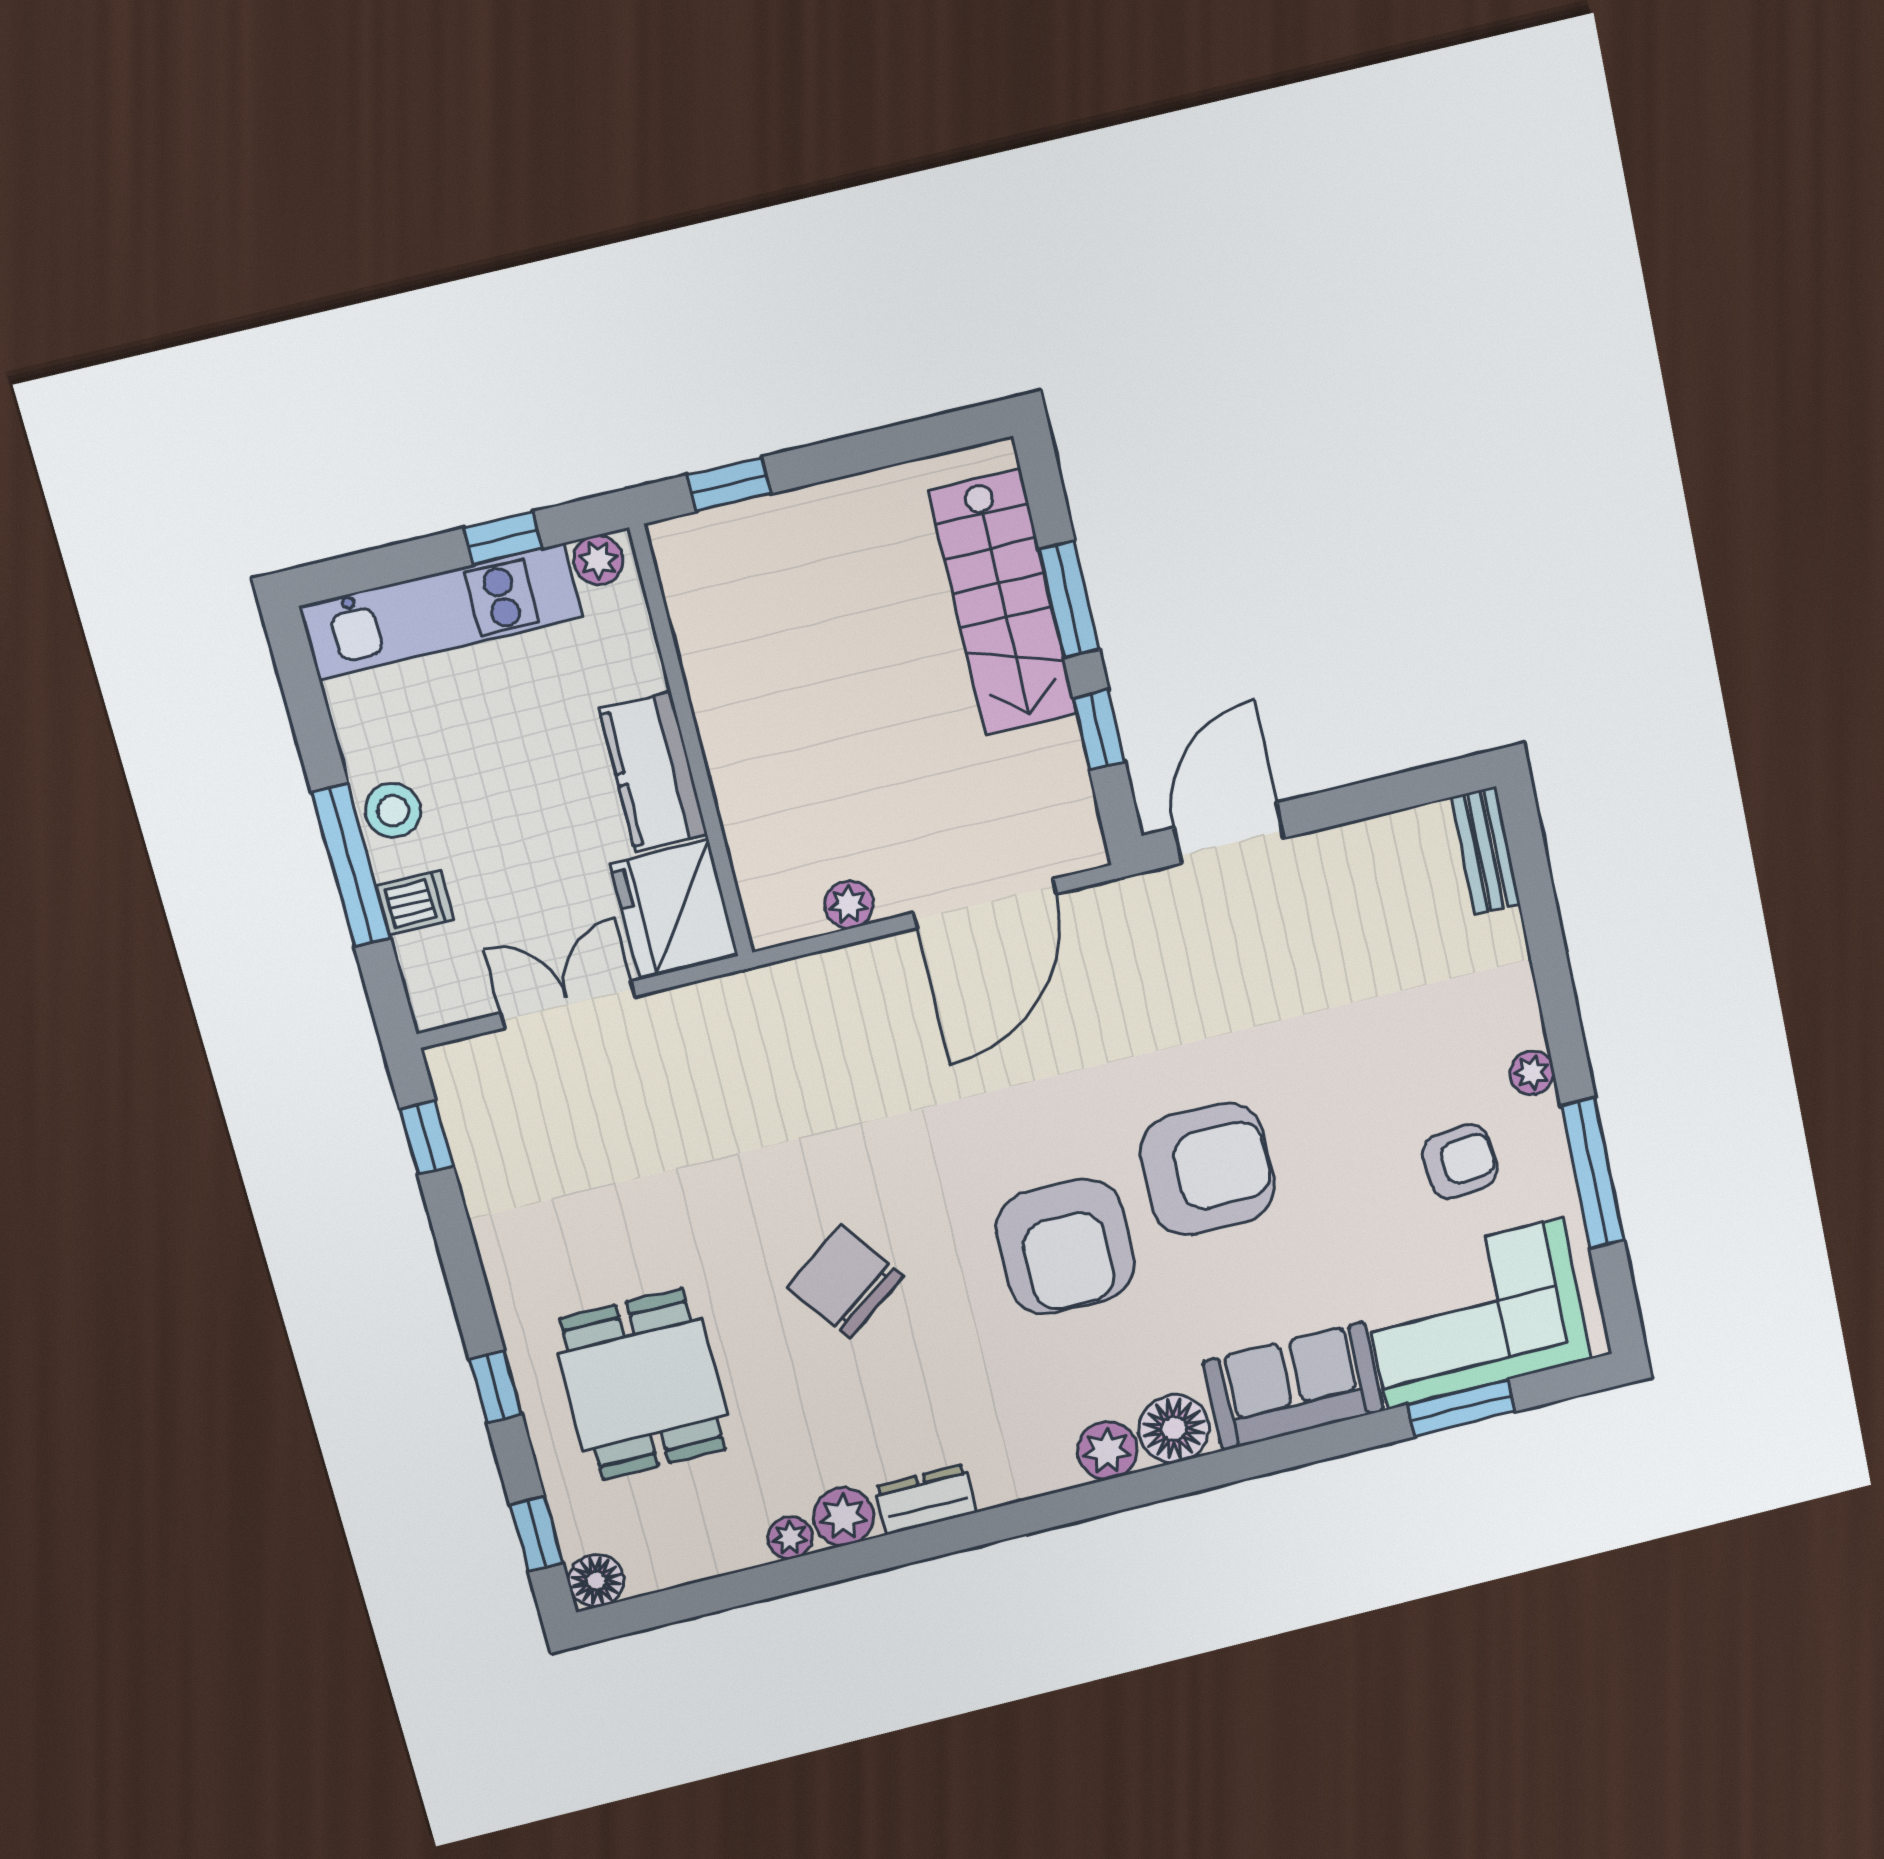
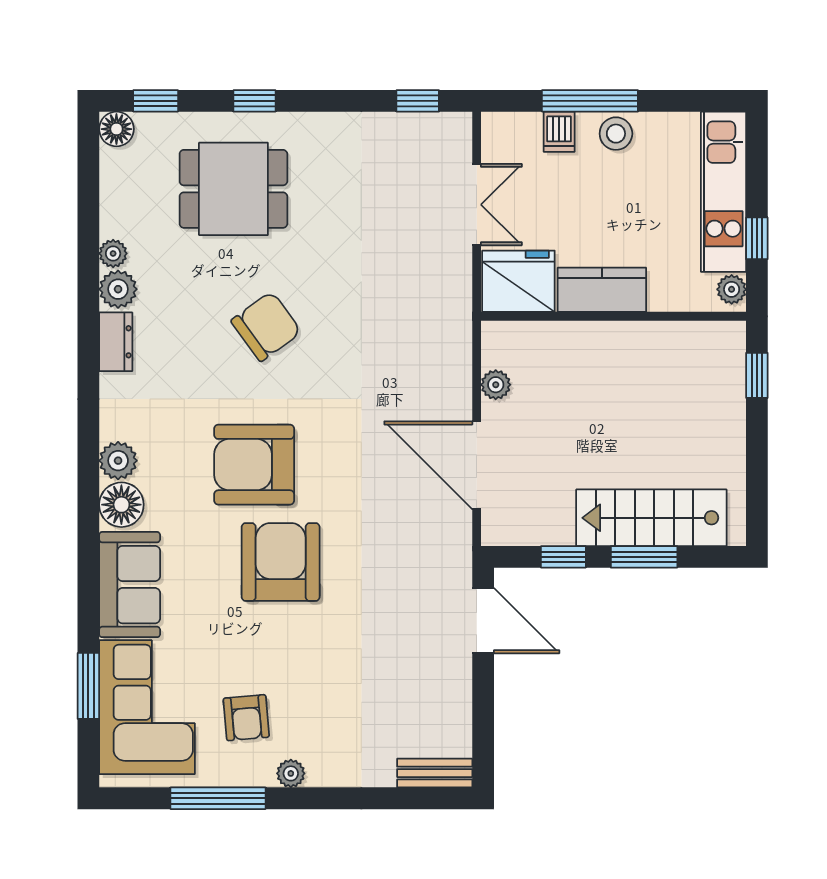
armchair: (1207, 1169) -> (281, 562), turned 180

